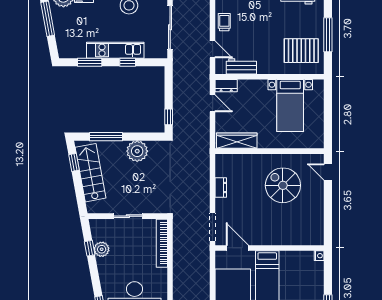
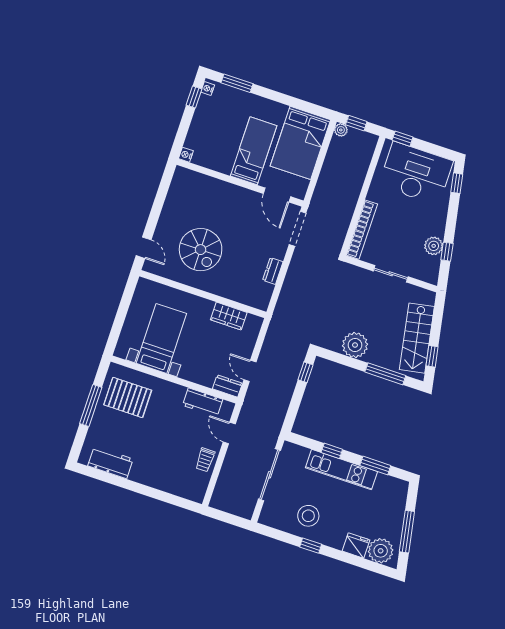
wardrobe: (237, 141) -> (229, 316), width x0.67

